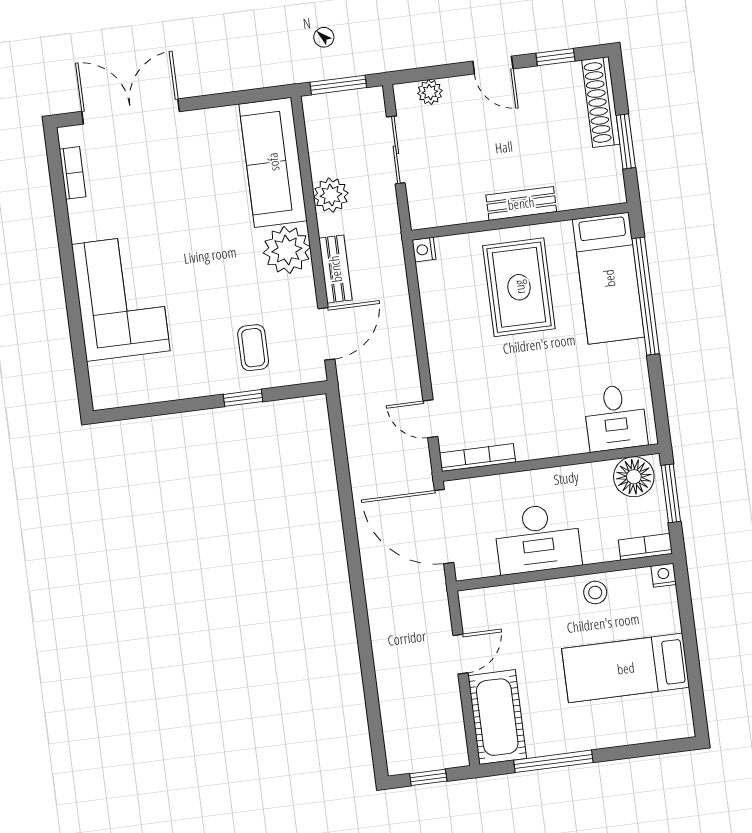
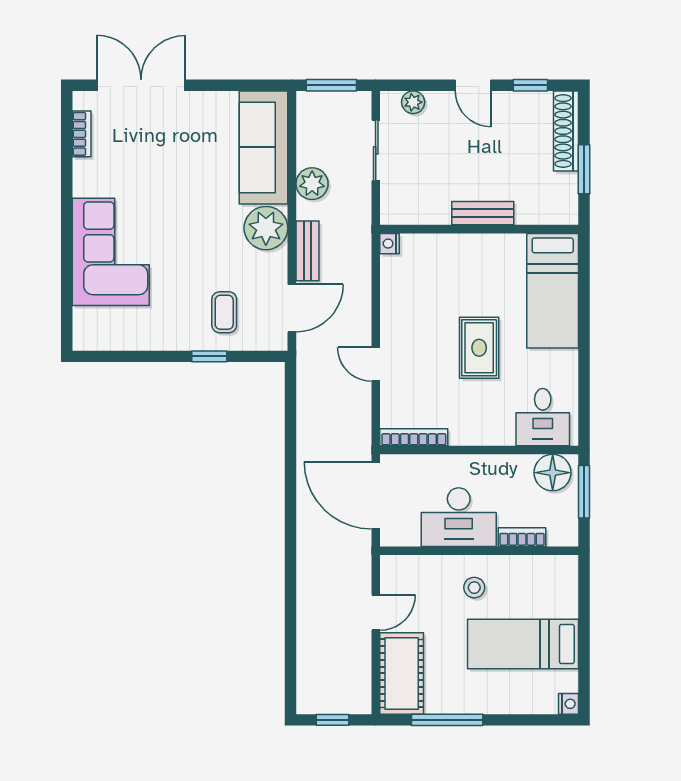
rug: (519, 287) -> (479, 348), moved, width x0.73, depth x0.70
window: (646, 296) -> (584, 311), removed
door: (430, 419) -> (376, 364), moved
bookcase: (645, 547) -> (522, 537), moved
nightstand: (664, 575) -> (569, 704), moved, turned 90
stool: (595, 593) -> (474, 588), moved

